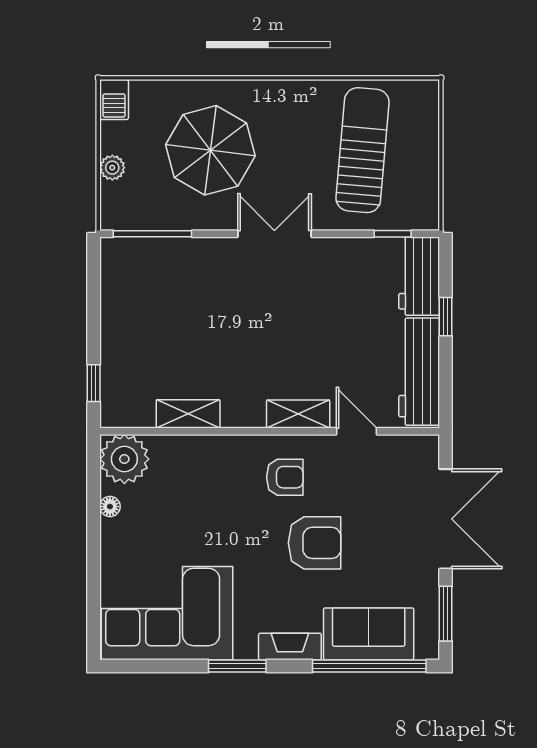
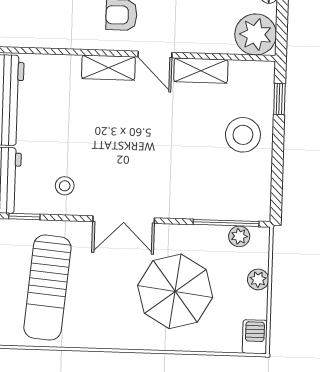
plant: (136, 218) -> (239, 236), added
stool: (346, 272) -> (65, 186), added
stool: (136, 339) -> (243, 135), added
door: (357, 431) -> (155, 55), moved

